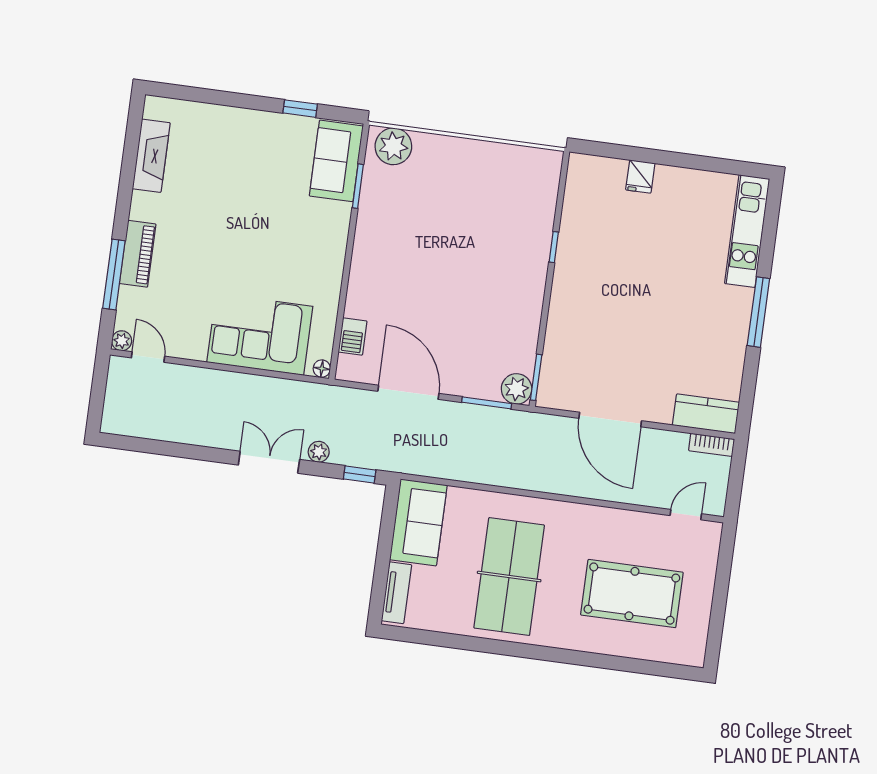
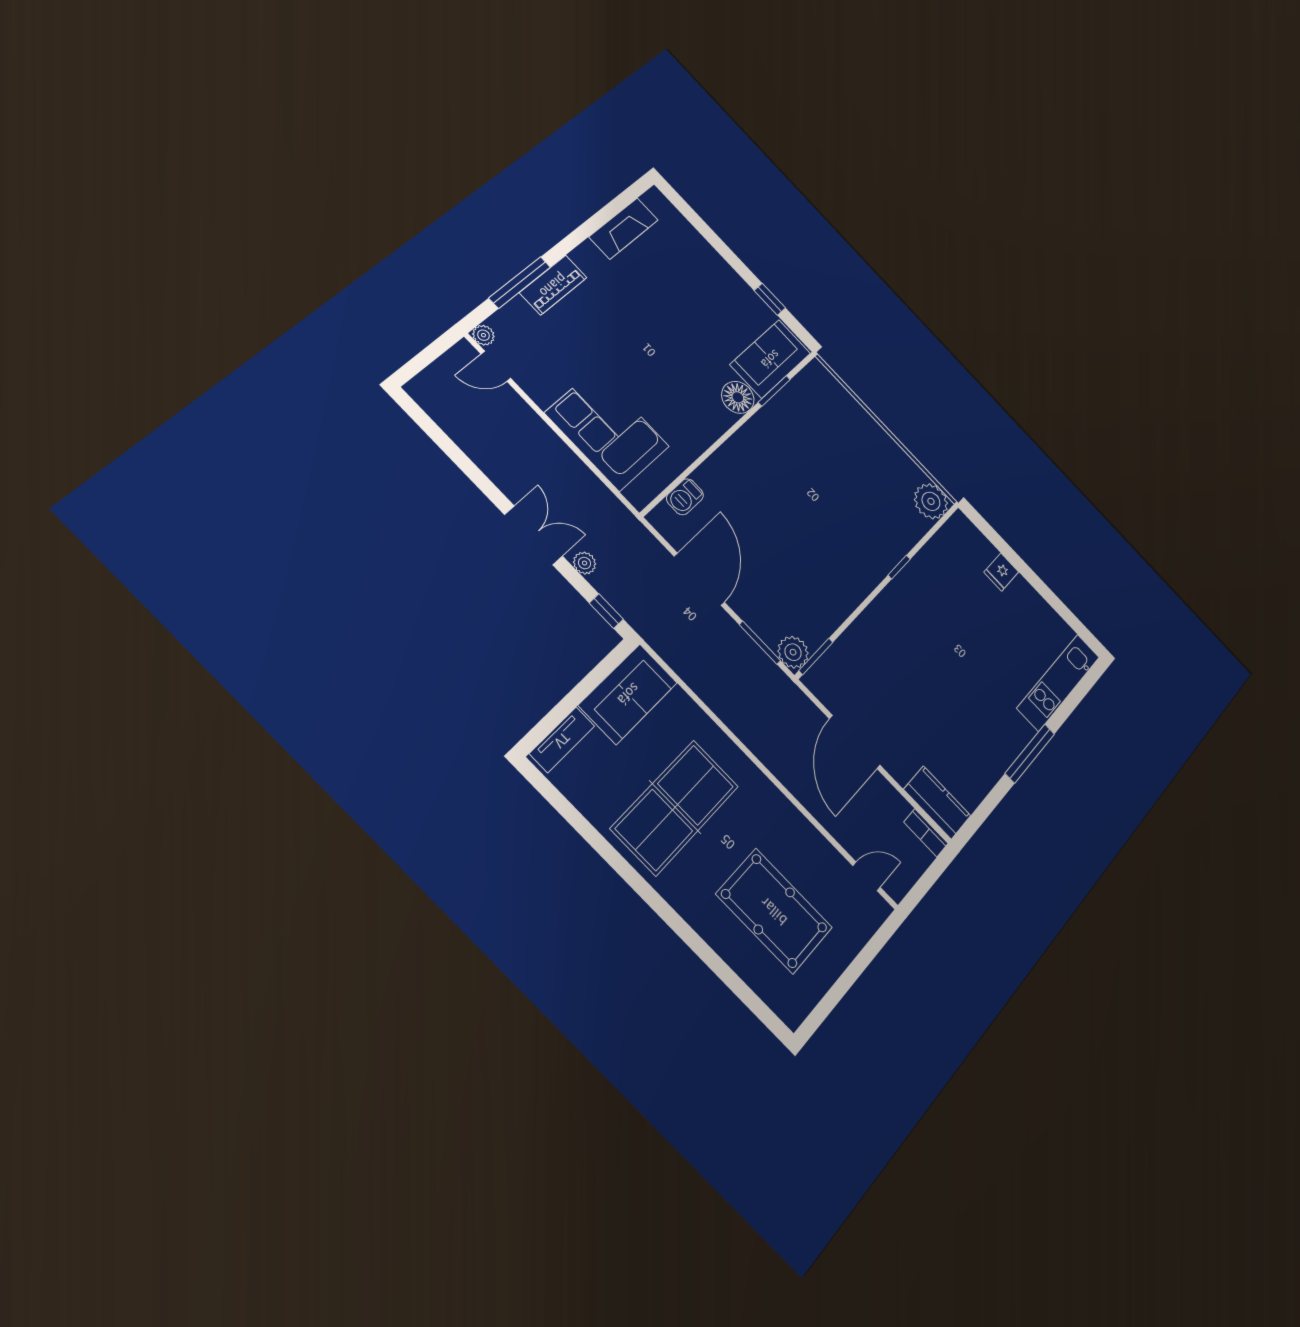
plant: (393, 146) -> (931, 501), moved
door: (148, 357) -> (496, 366), swing flipped
floor lamp: (322, 369) -> (738, 397), moved, width x1.89, depth x1.89

